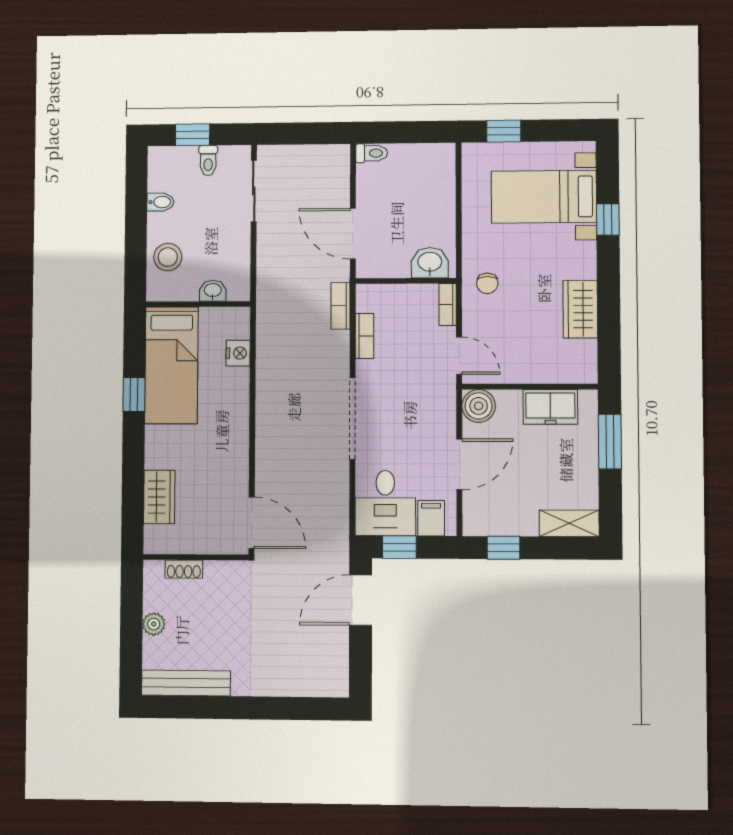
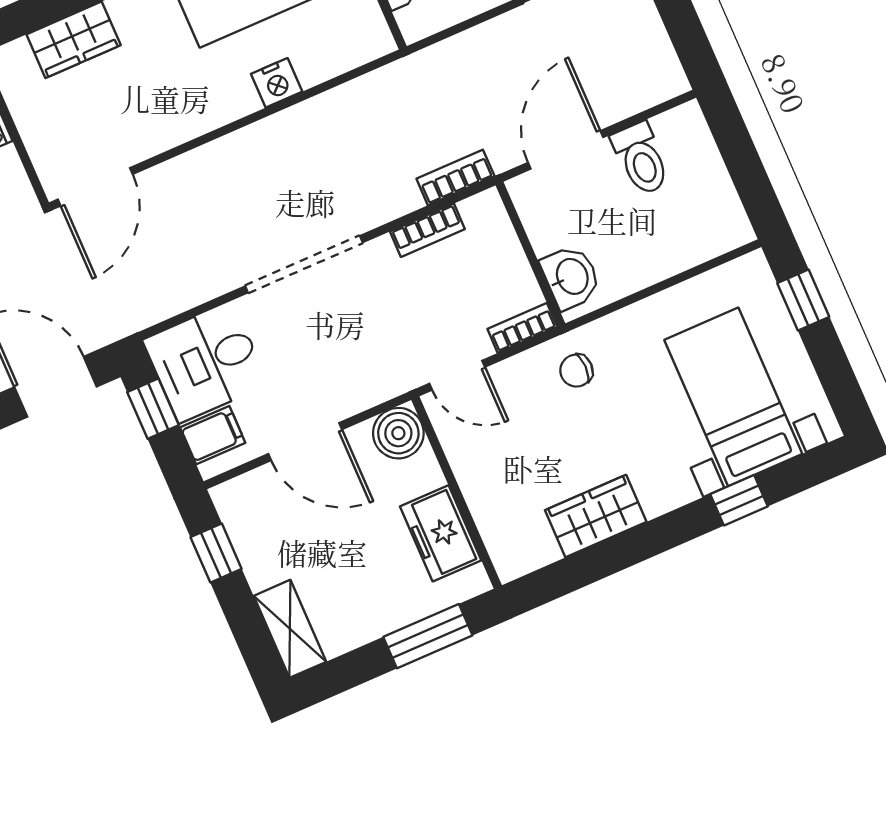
toilet: (372, 153) -> (641, 159), moved, width x1.37, depth x1.39
nightstand: (238, 353) -> (277, 83), moved
door: (459, 356) -> (457, 375), hinge flipped

